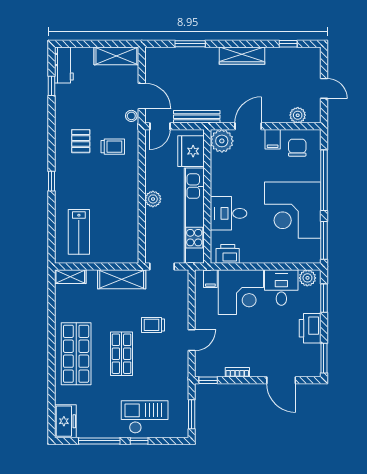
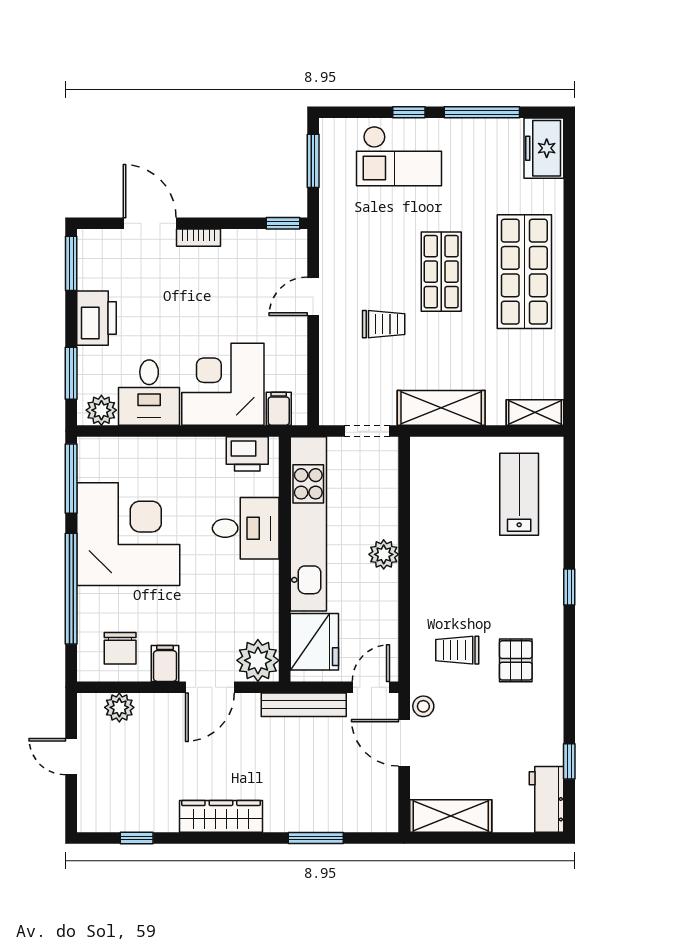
bookcase: (237, 372) -> (198, 238), moved

